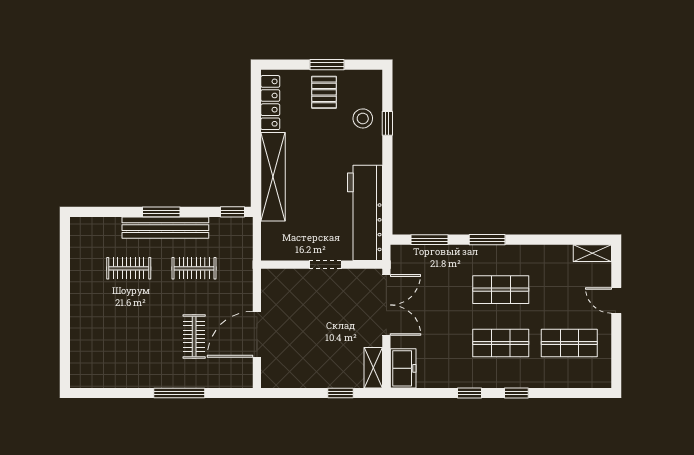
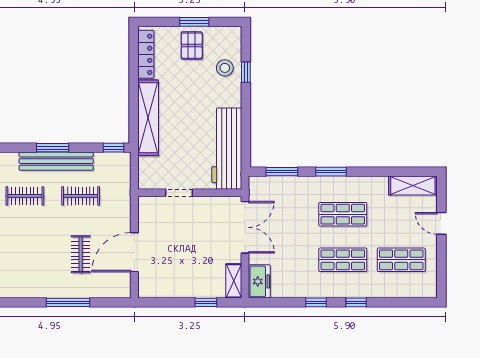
shelving: (592, 253) -> (413, 185), width x1.50, depth x1.33
doorway: (325, 265) -> (179, 193), moved

